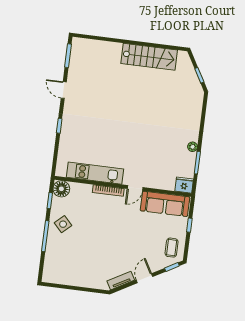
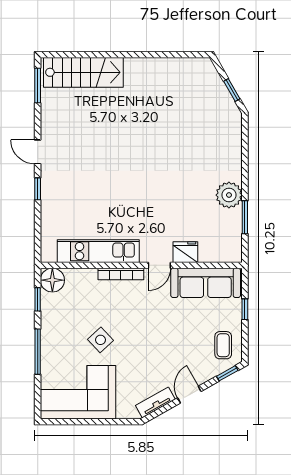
stairs: (149, 57) -> (83, 72), moved
door: (64, 90) -> (38, 152), moved
plant: (193, 147) -> (229, 195), width x1.88, depth x1.88
fridge: (184, 185) -> (185, 252), moved
side table: (63, 224) -> (100, 340), moved
corner sofa: (69, 267) -> (78, 392), added

